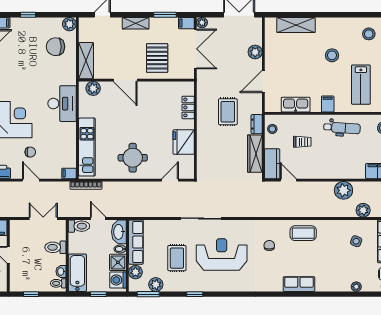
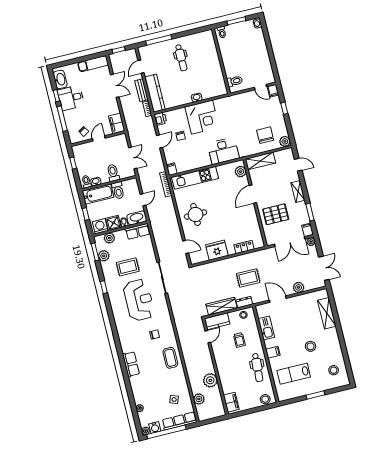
toilet: (79, 226) -> (118, 190), moved
row of seats: (136, 242) -> (138, 231), width x0.68

